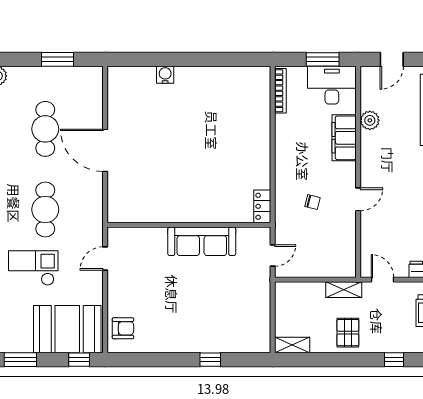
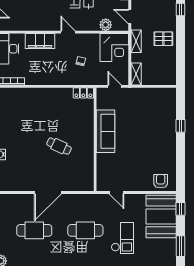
plant: (370, 120) -> (106, 25), moved
cafe table: (178, 168) -> (59, 146), added
door: (358, 199) -> (68, 32), moved
corner desk: (334, 255) -> (114, 48), added
checkout: (33, 268) -> (122, 238), turned 180
door: (383, 280) -> (130, 17), hinge flipped
shelving: (292, 345) -> (136, 74), moved

